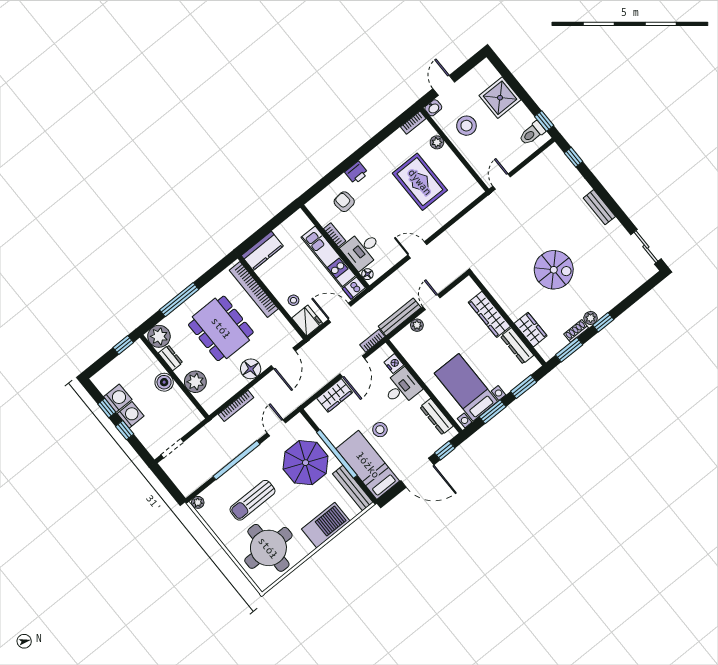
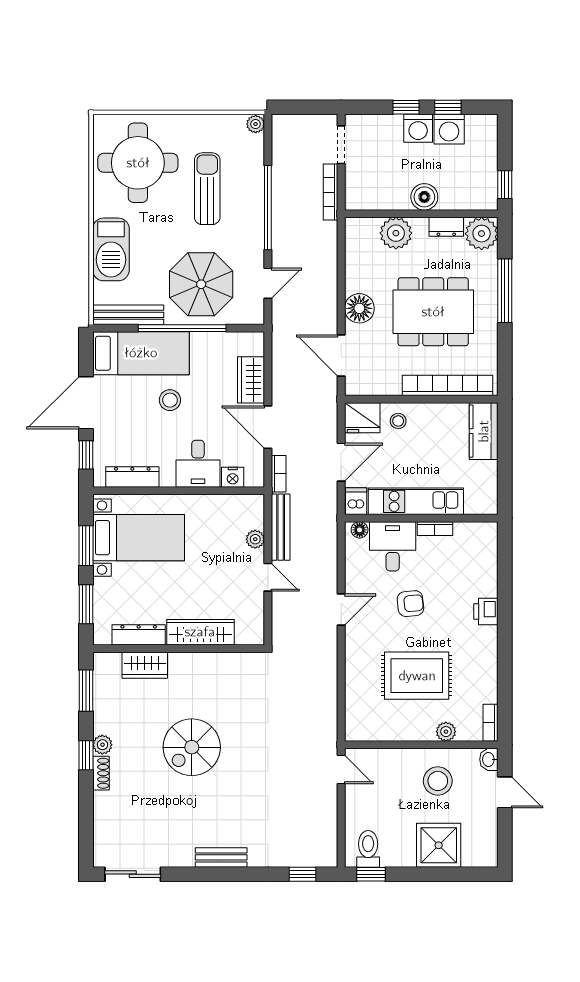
armchair: (344, 202) -> (410, 604), moved
shoe rack: (576, 331) -> (101, 773), moved
bookcase: (236, 406) -> (331, 192), moved
door: (276, 428) -> (268, 283), hinge flipped

